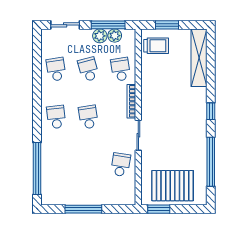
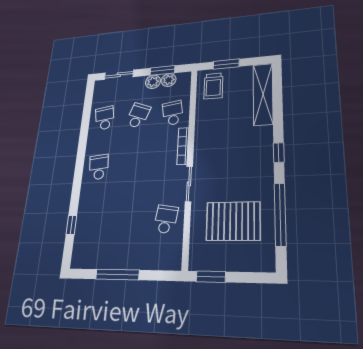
window: (108, 25) -> (162, 70), width x0.69
trolley: (156, 46) -> (213, 86), turned 90
school desk: (88, 69) -> (138, 116), turned 36
school desk: (88, 117) -> (133, 166), removed
window: (37, 169) -> (71, 225), width x0.32
pallet: (173, 186) -> (233, 221), moved

